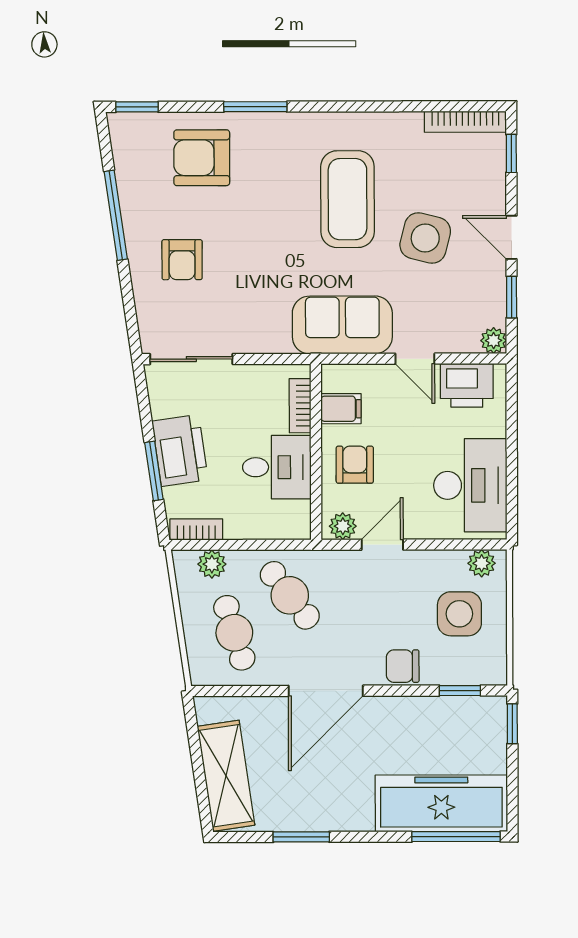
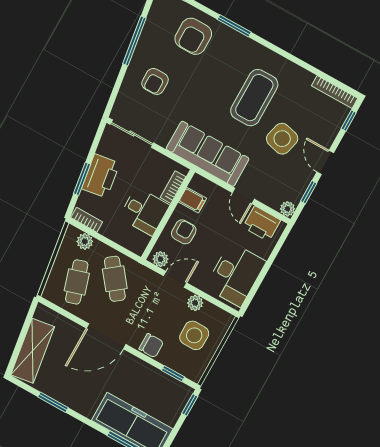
armchair: (202, 158) -> (193, 36), turned -90
sofa: (342, 325) -> (208, 154), width x1.36
plant: (482, 563) -> (195, 303), moved
chair: (403, 666) -> (151, 346), turned 180

